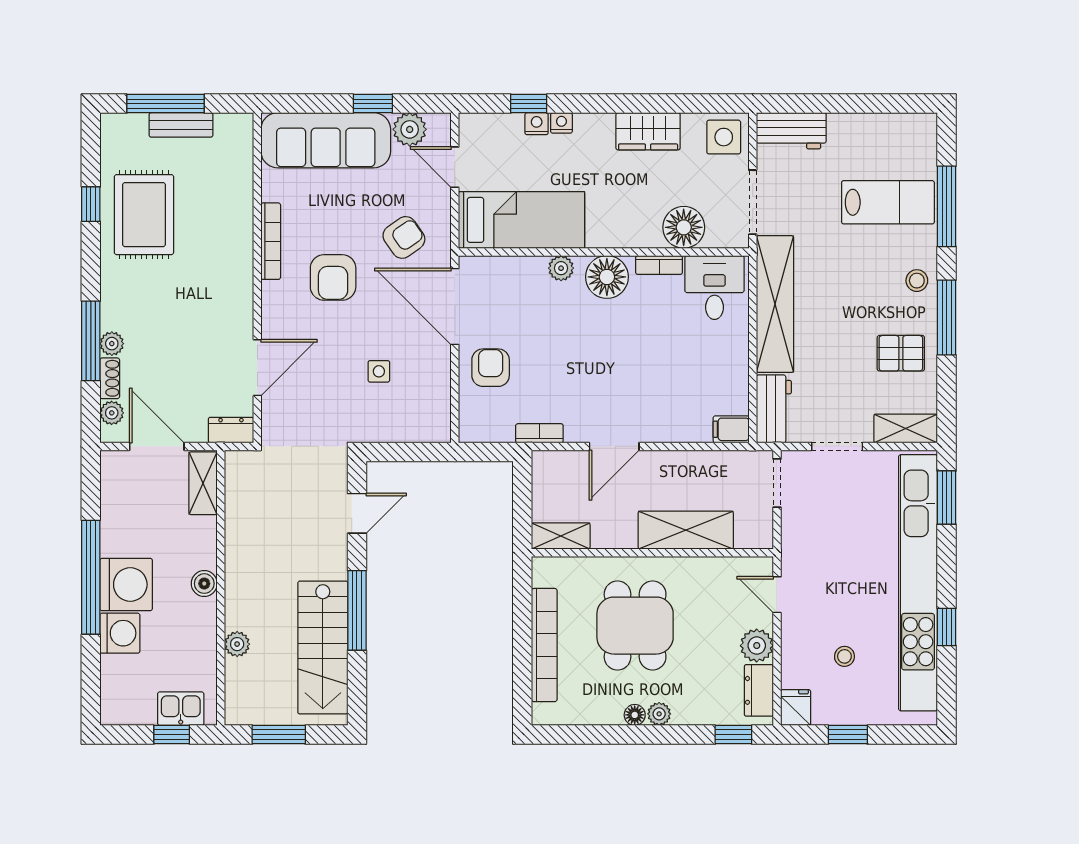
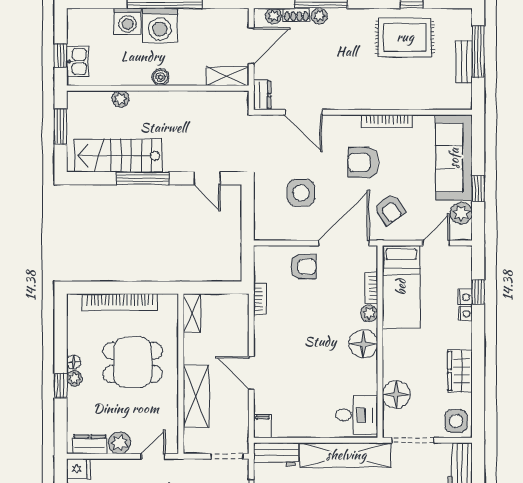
bookcase: (659, 265) -> (371, 288), moved
side table: (379, 371) -> (301, 193), width x1.87, depth x1.87
door: (614, 446) -> (251, 373), moved
window: (733, 735) -> (61, 386), moved

